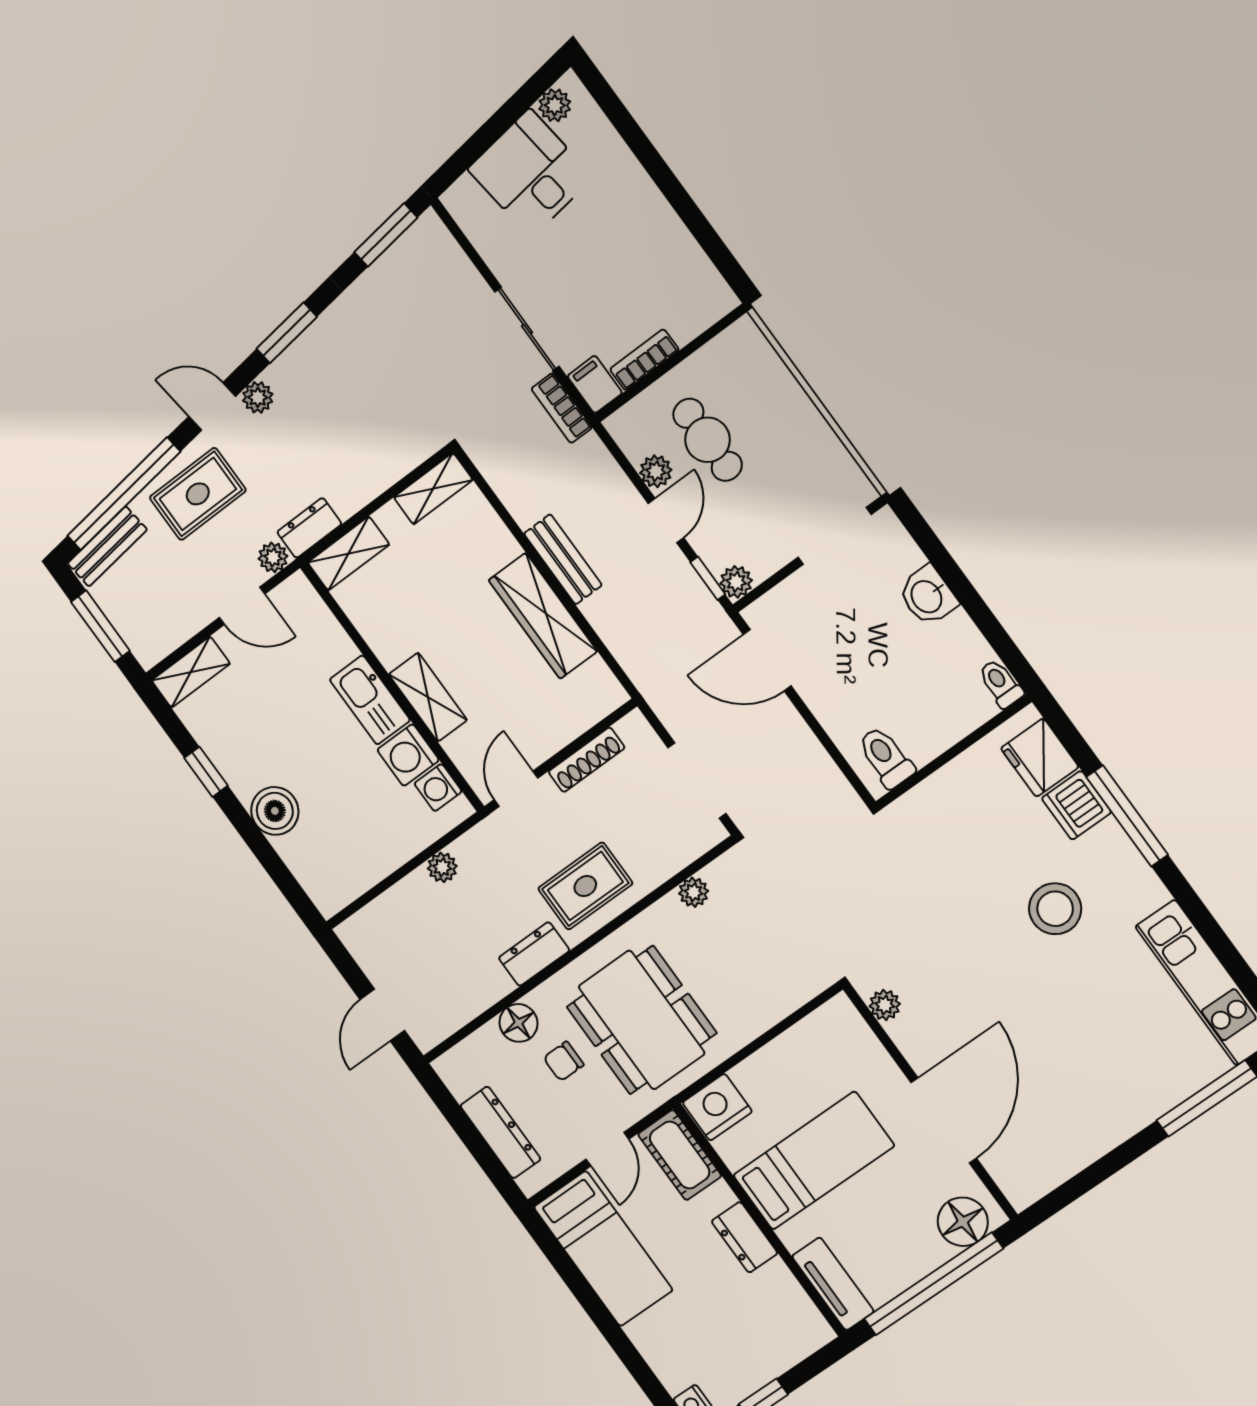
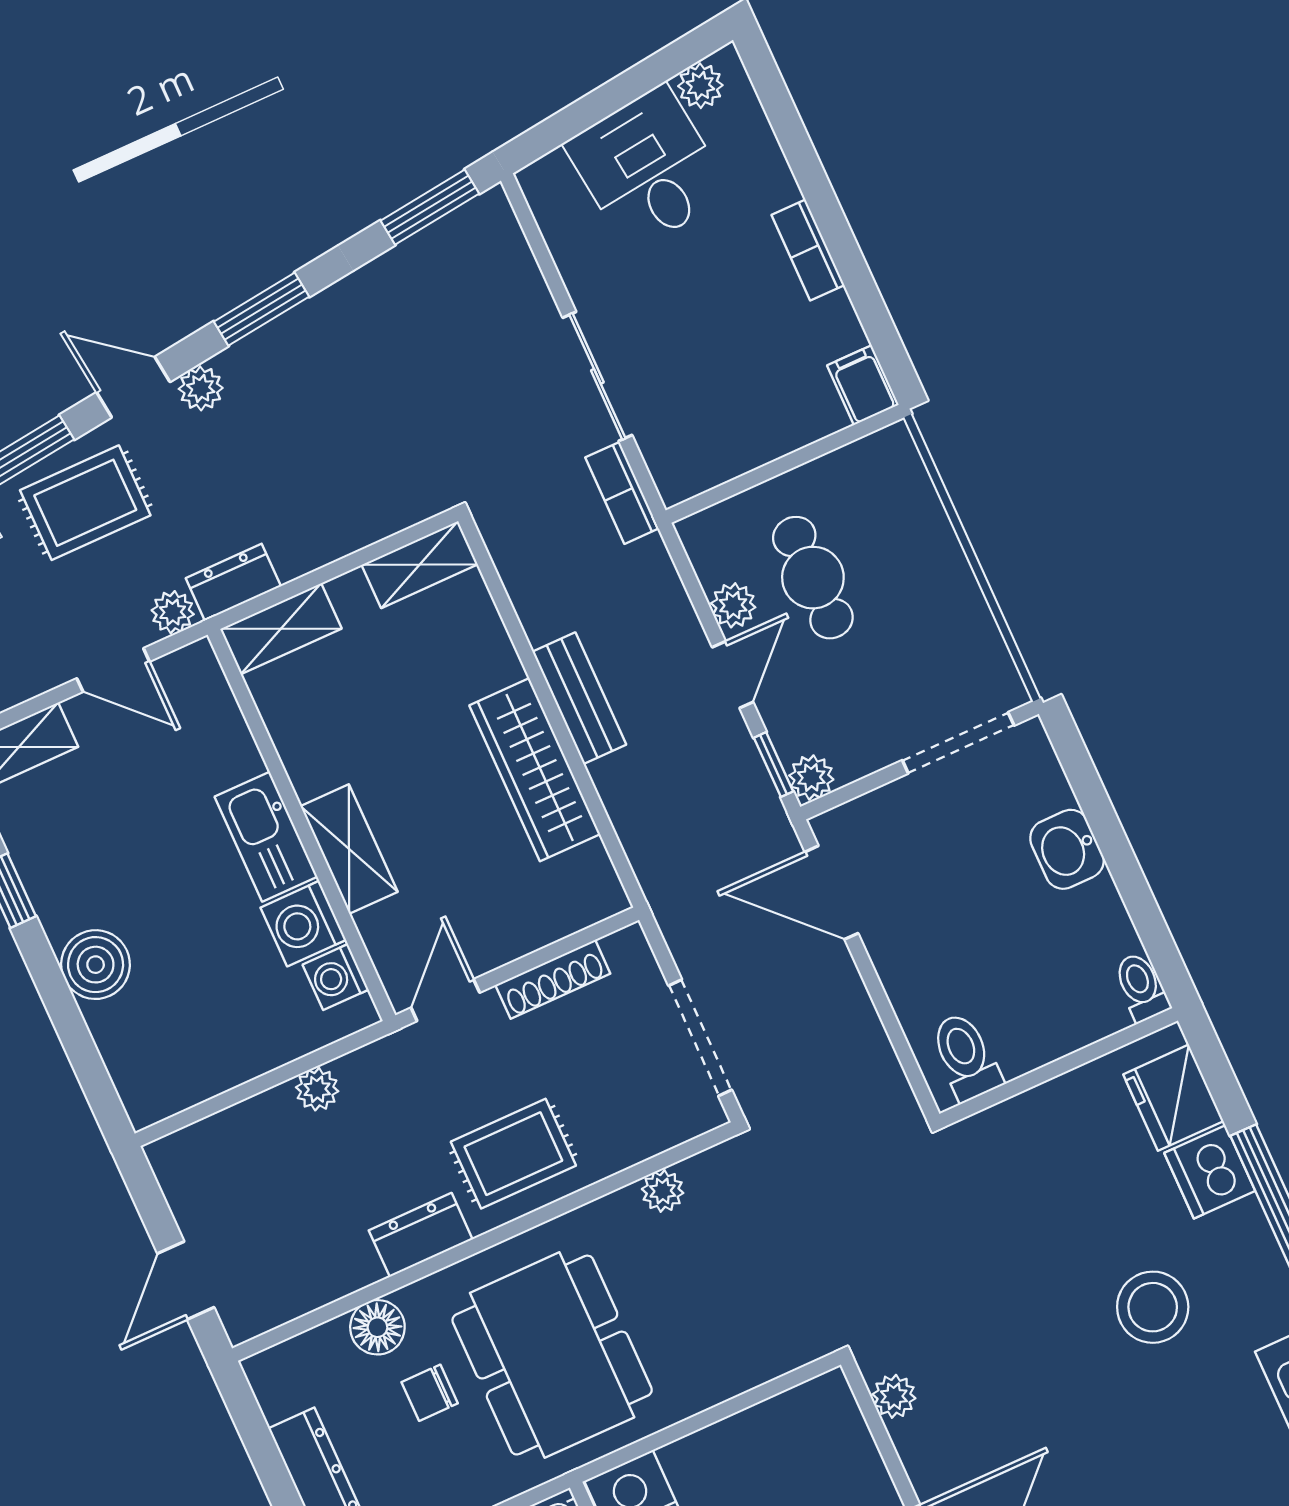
bookcase: (644, 360) -> (808, 250), moved, turned -90
filing cabinet: (595, 384) -> (863, 385), moved

